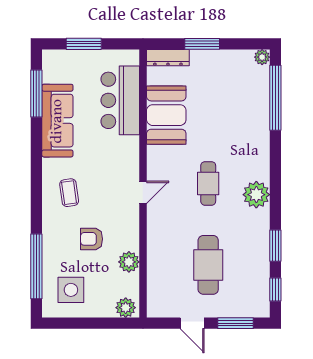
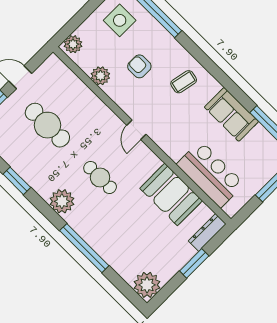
plant: (262, 57) -> (147, 285), width x1.88, depth x1.88
window: (275, 98) -> (84, 248), moved
sofa: (57, 121) -> (231, 114), width x0.73
coffee table: (69, 193) -> (184, 82), turned -70
armchair: (91, 239) -> (139, 66), turned -90

